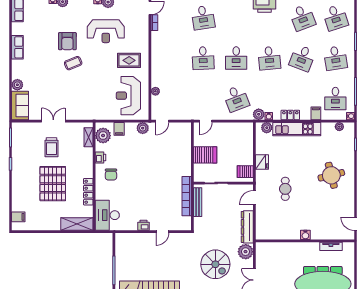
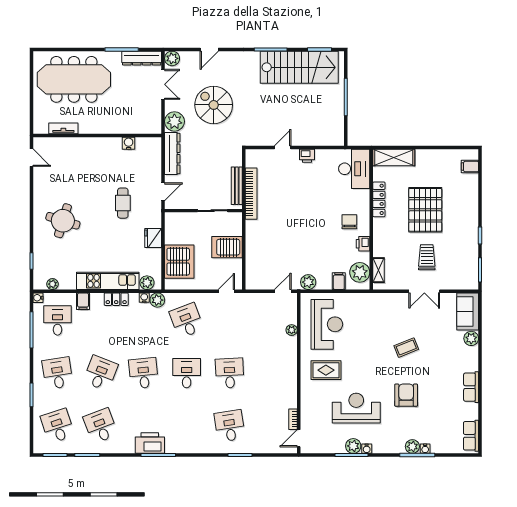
coffee table: (73, 63) -> (406, 348), moved
server rack: (245, 172) -> (179, 262), moved, width x2.18, depth x1.44
round table: (331, 175) -> (63, 221), turned 31
water cooler: (305, 235) -> (129, 143), moved

